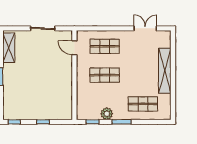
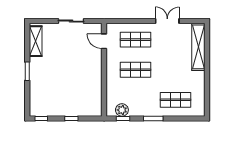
double door: (145, 28) -> (167, 21), moved
shelving: (165, 71) -> (198, 47), moved
plant: (107, 114) -> (122, 110), moved

